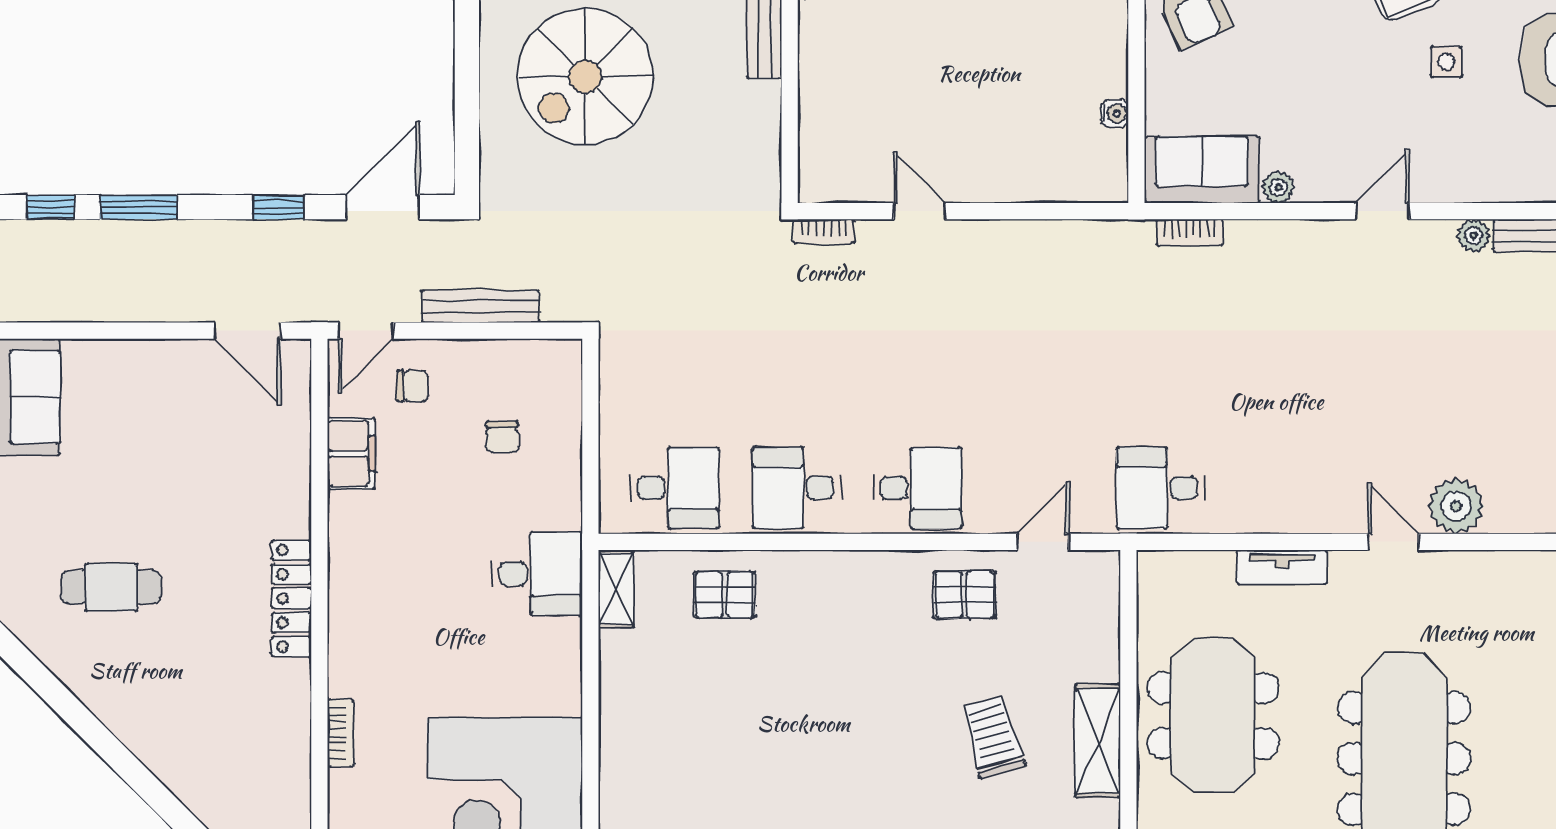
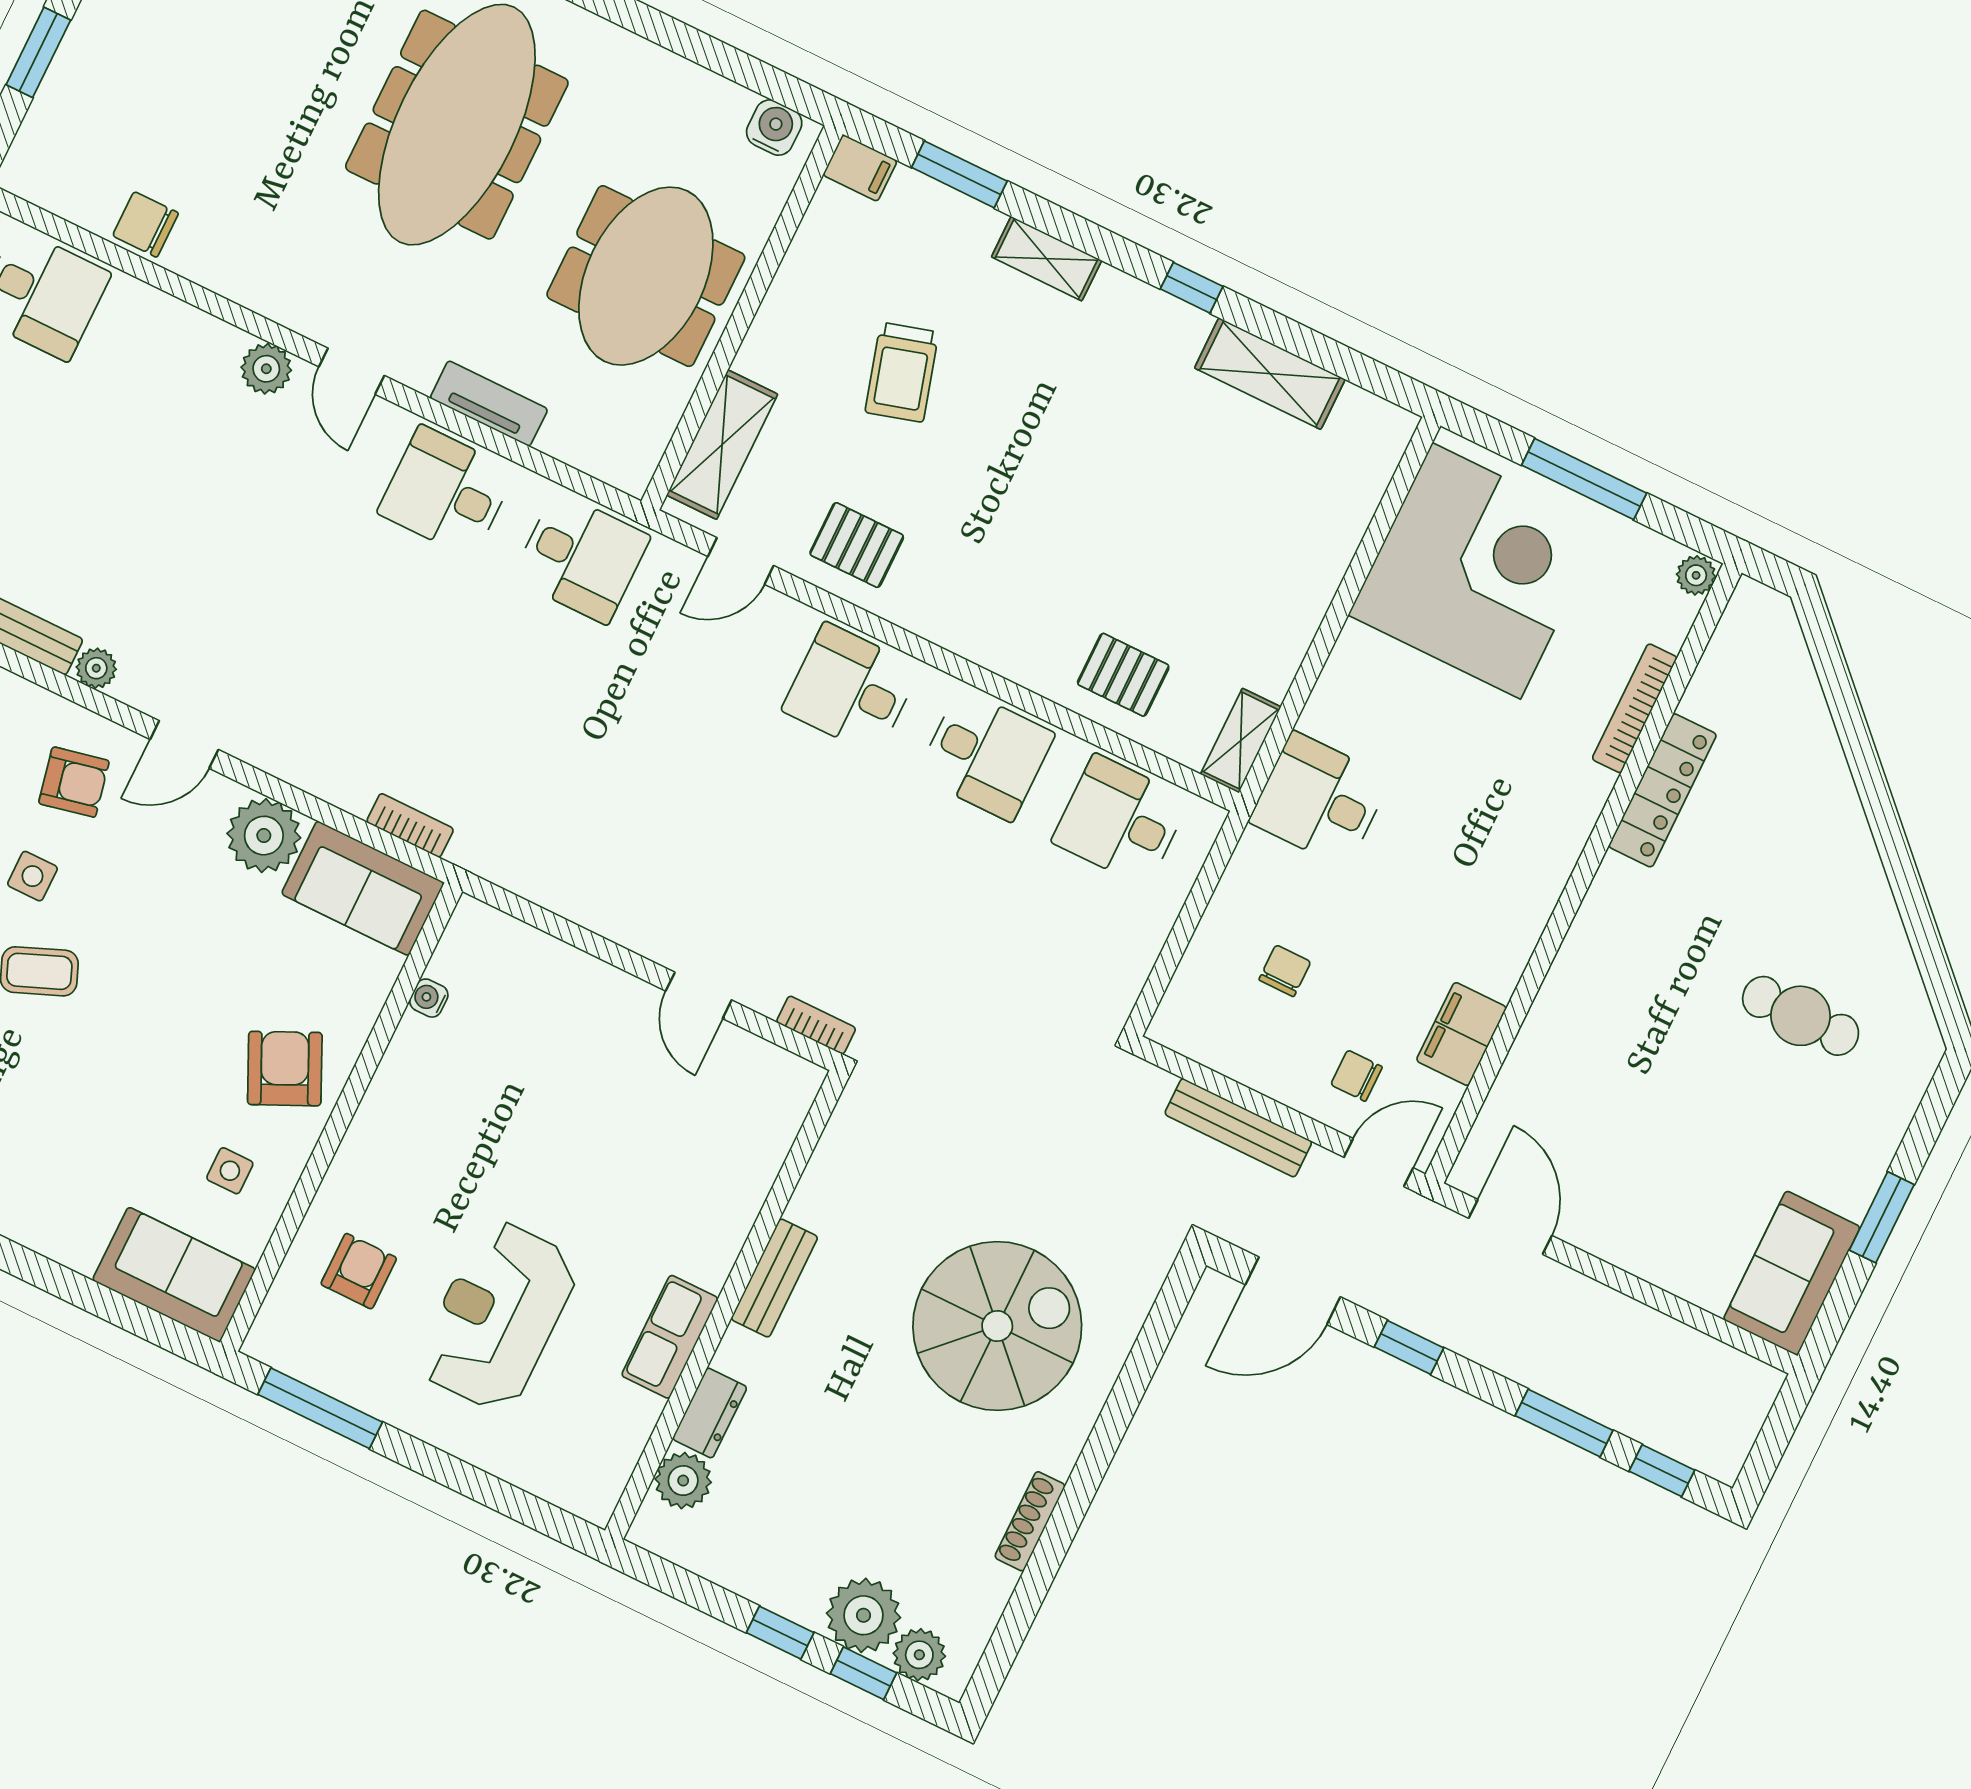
armchair: (1449, 145) -> (74, 782), added
plant: (1278, 187) -> (264, 836), width x1.88, depth x1.88
desk: (1282, 488) -> (446, 492), added
plant: (1456, 506) -> (266, 369), width x0.73, depth x0.73
locker: (292, 598) -> (1662, 790), moved
bookcase: (341, 733) -> (1635, 708), width x1.56
shelving: (1098, 741) -> (722, 445), moved

